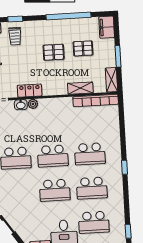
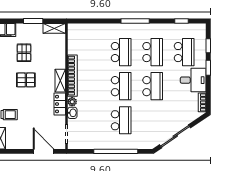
pallet: (54, 52) -> (26, 80), turned 90
shelving: (80, 88) -> (60, 81), moved
bookcase: (96, 100) -> (72, 76), moved
window: (124, 167) -> (135, 21), width x2.17
window: (128, 231) -> (181, 21), moved

